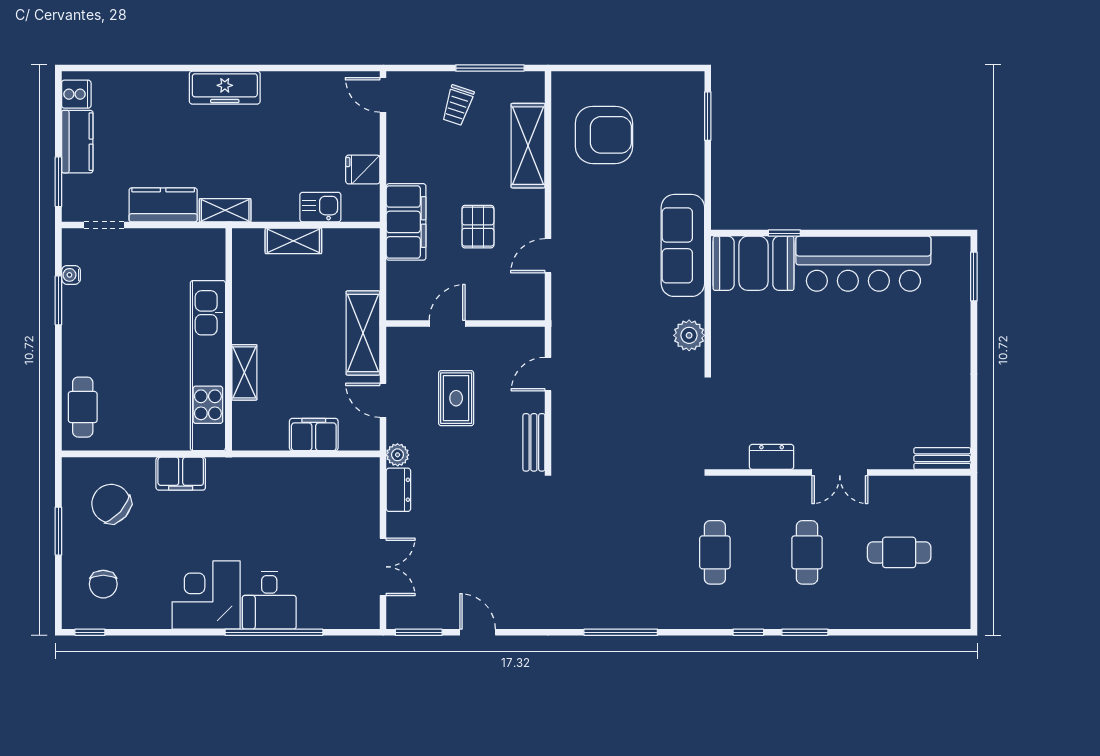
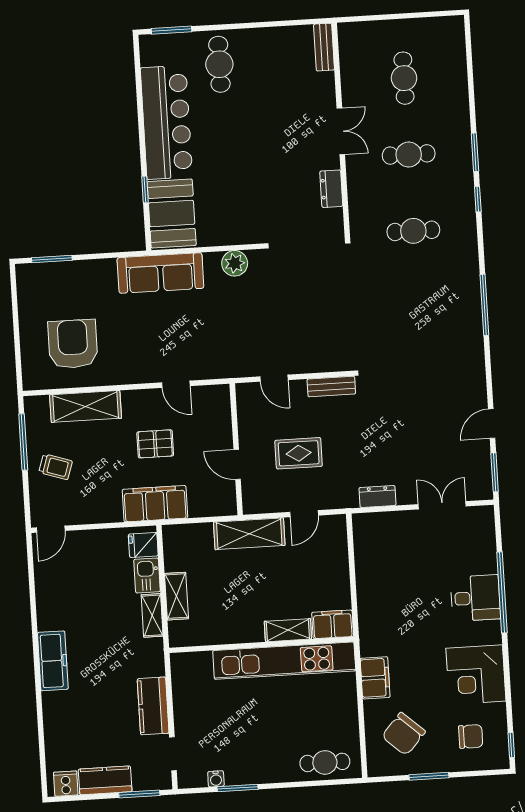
fridge: (363, 170) -> (143, 545), moved, turned 90
shelving: (225, 210) -> (152, 615), moved
cafe table: (929, 332) -> (219, 64), added
filing cabinet: (314, 435) -> (333, 624), moved, turned 90
plant: (398, 455) -> (348, 499), removed
corner desk: (206, 595) -> (476, 675), moved

